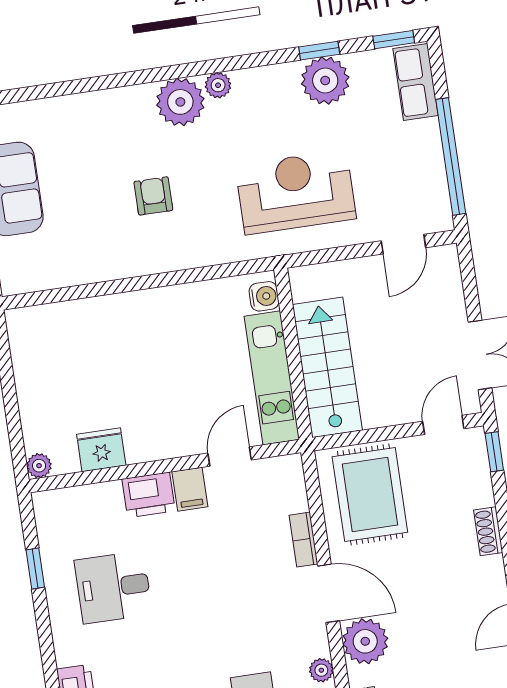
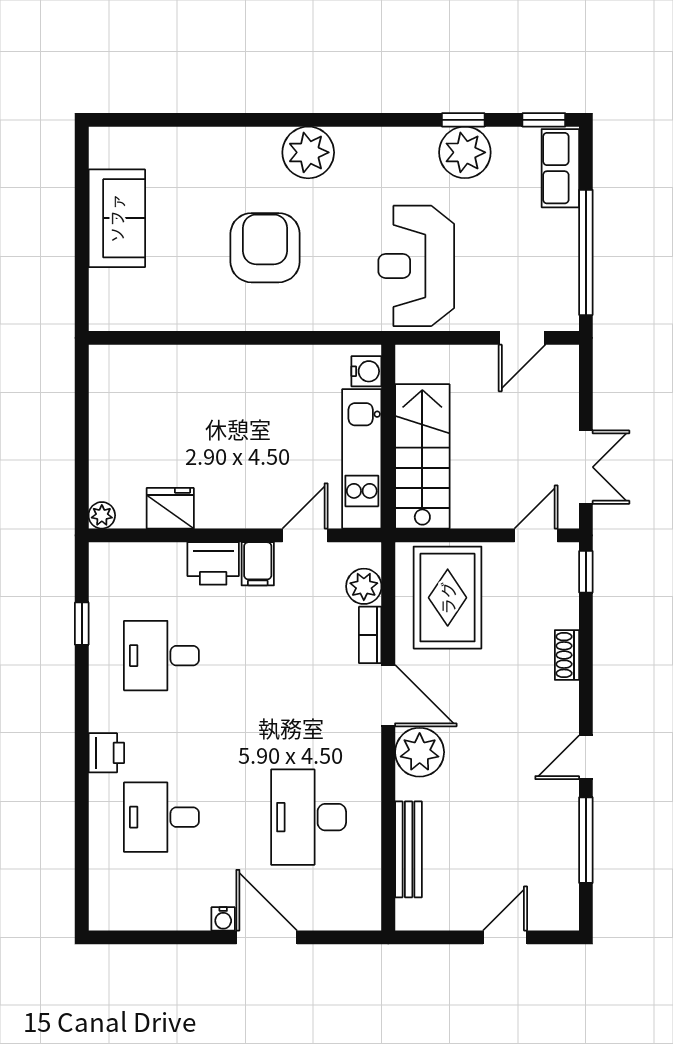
plant: (218, 85) -> (351, 141), removed
reception desk: (296, 192) -> (416, 266), turned -90
armchair: (153, 196) -> (265, 248), width x1.88, depth x1.88
plant: (321, 670) -> (364, 586), moved, width x1.38, depth x1.38

